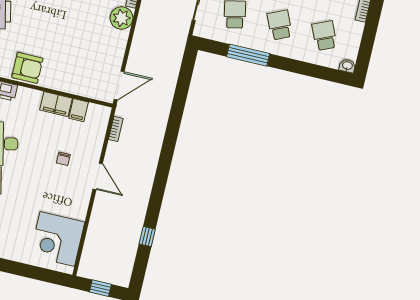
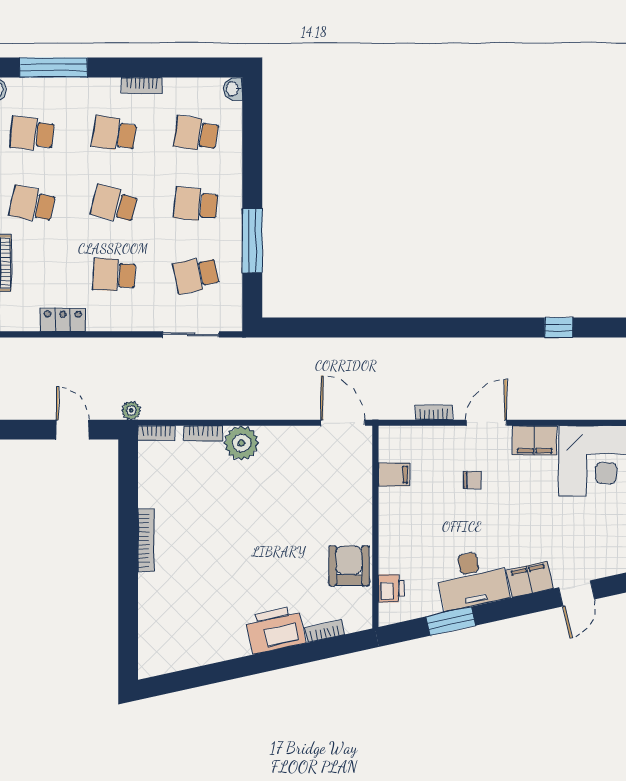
school desk: (280, 25) -> (196, 204), turned 30
school desk: (324, 36) -> (196, 134), turned 33
filing cabinet: (56, 104) -> (535, 440), moved, turned 90
bookcase: (116, 129) -> (434, 412), moved

